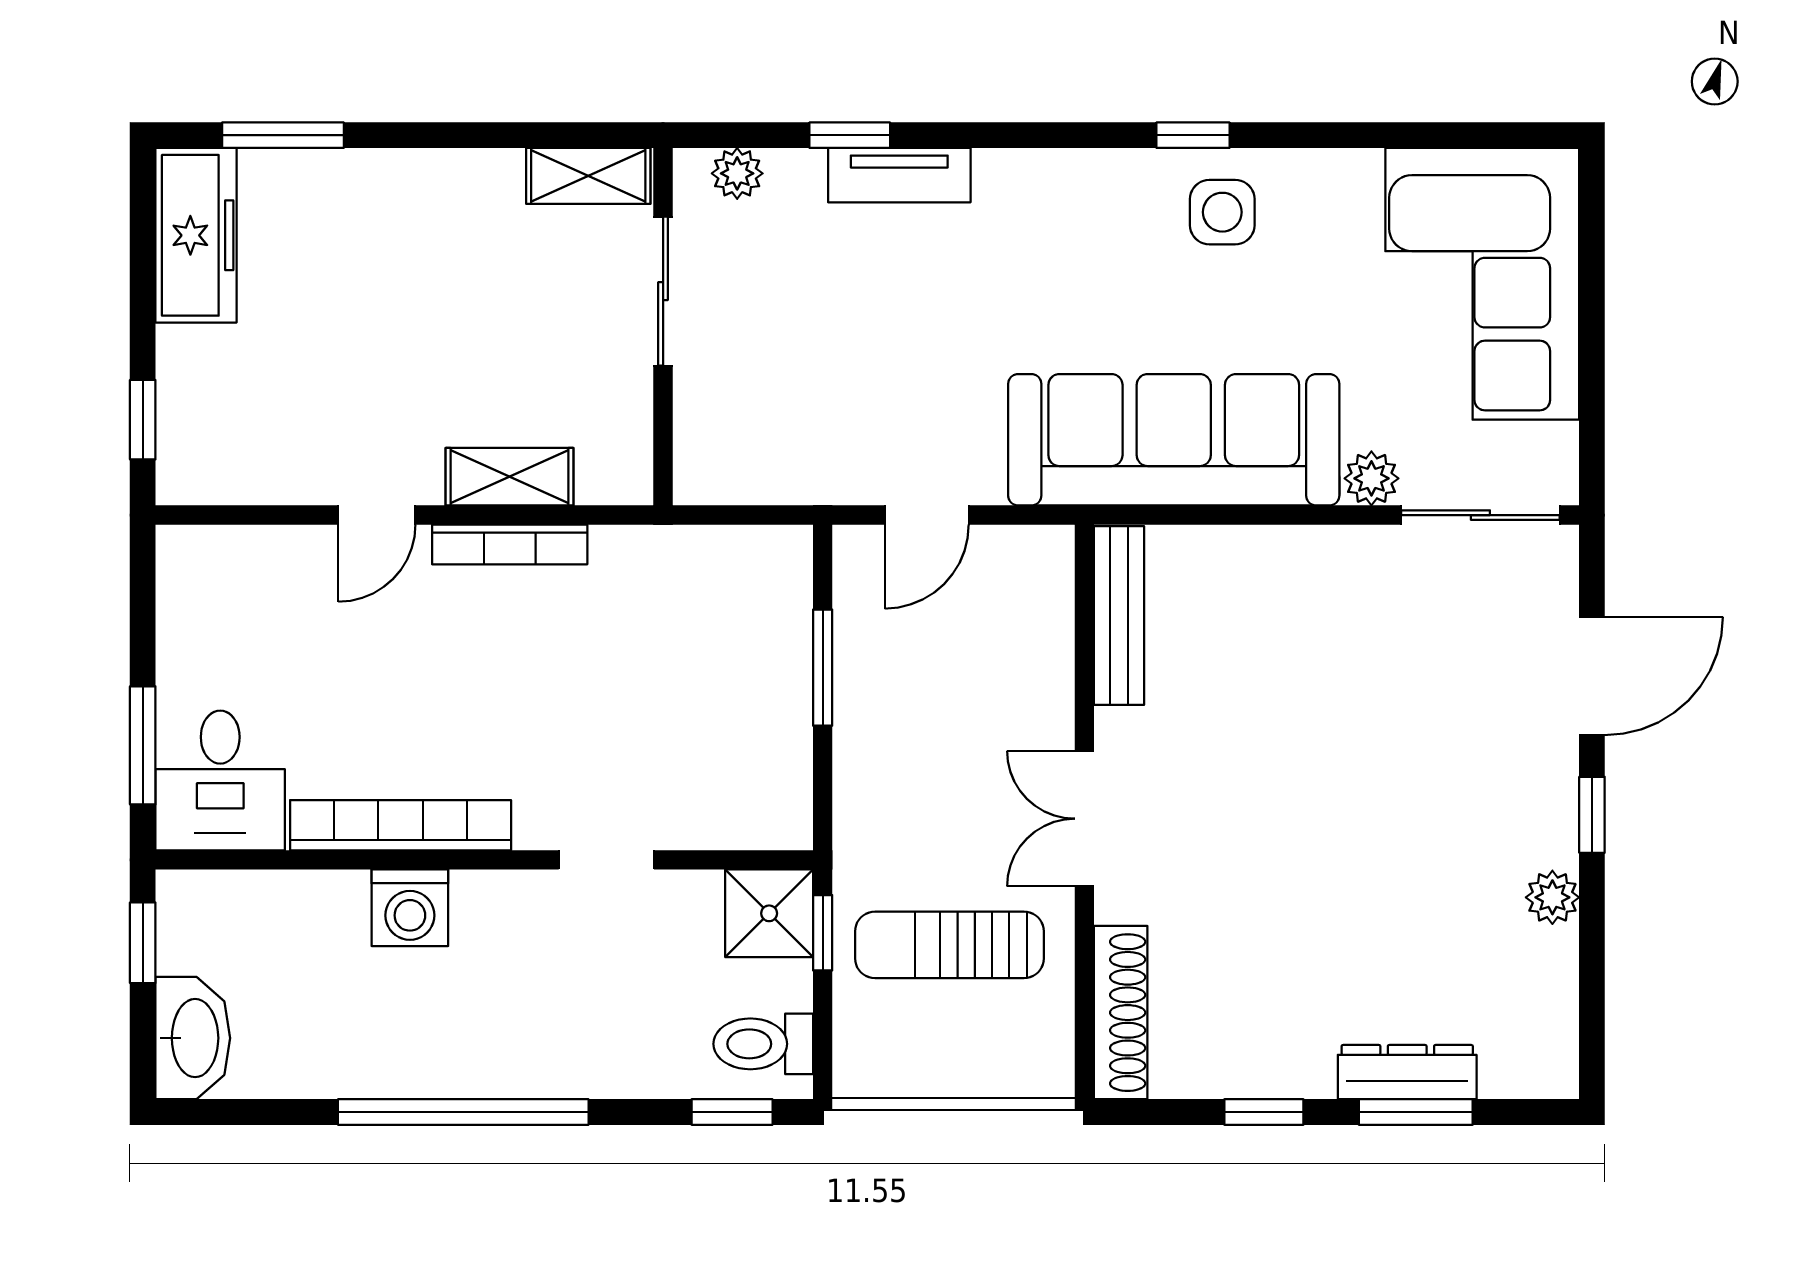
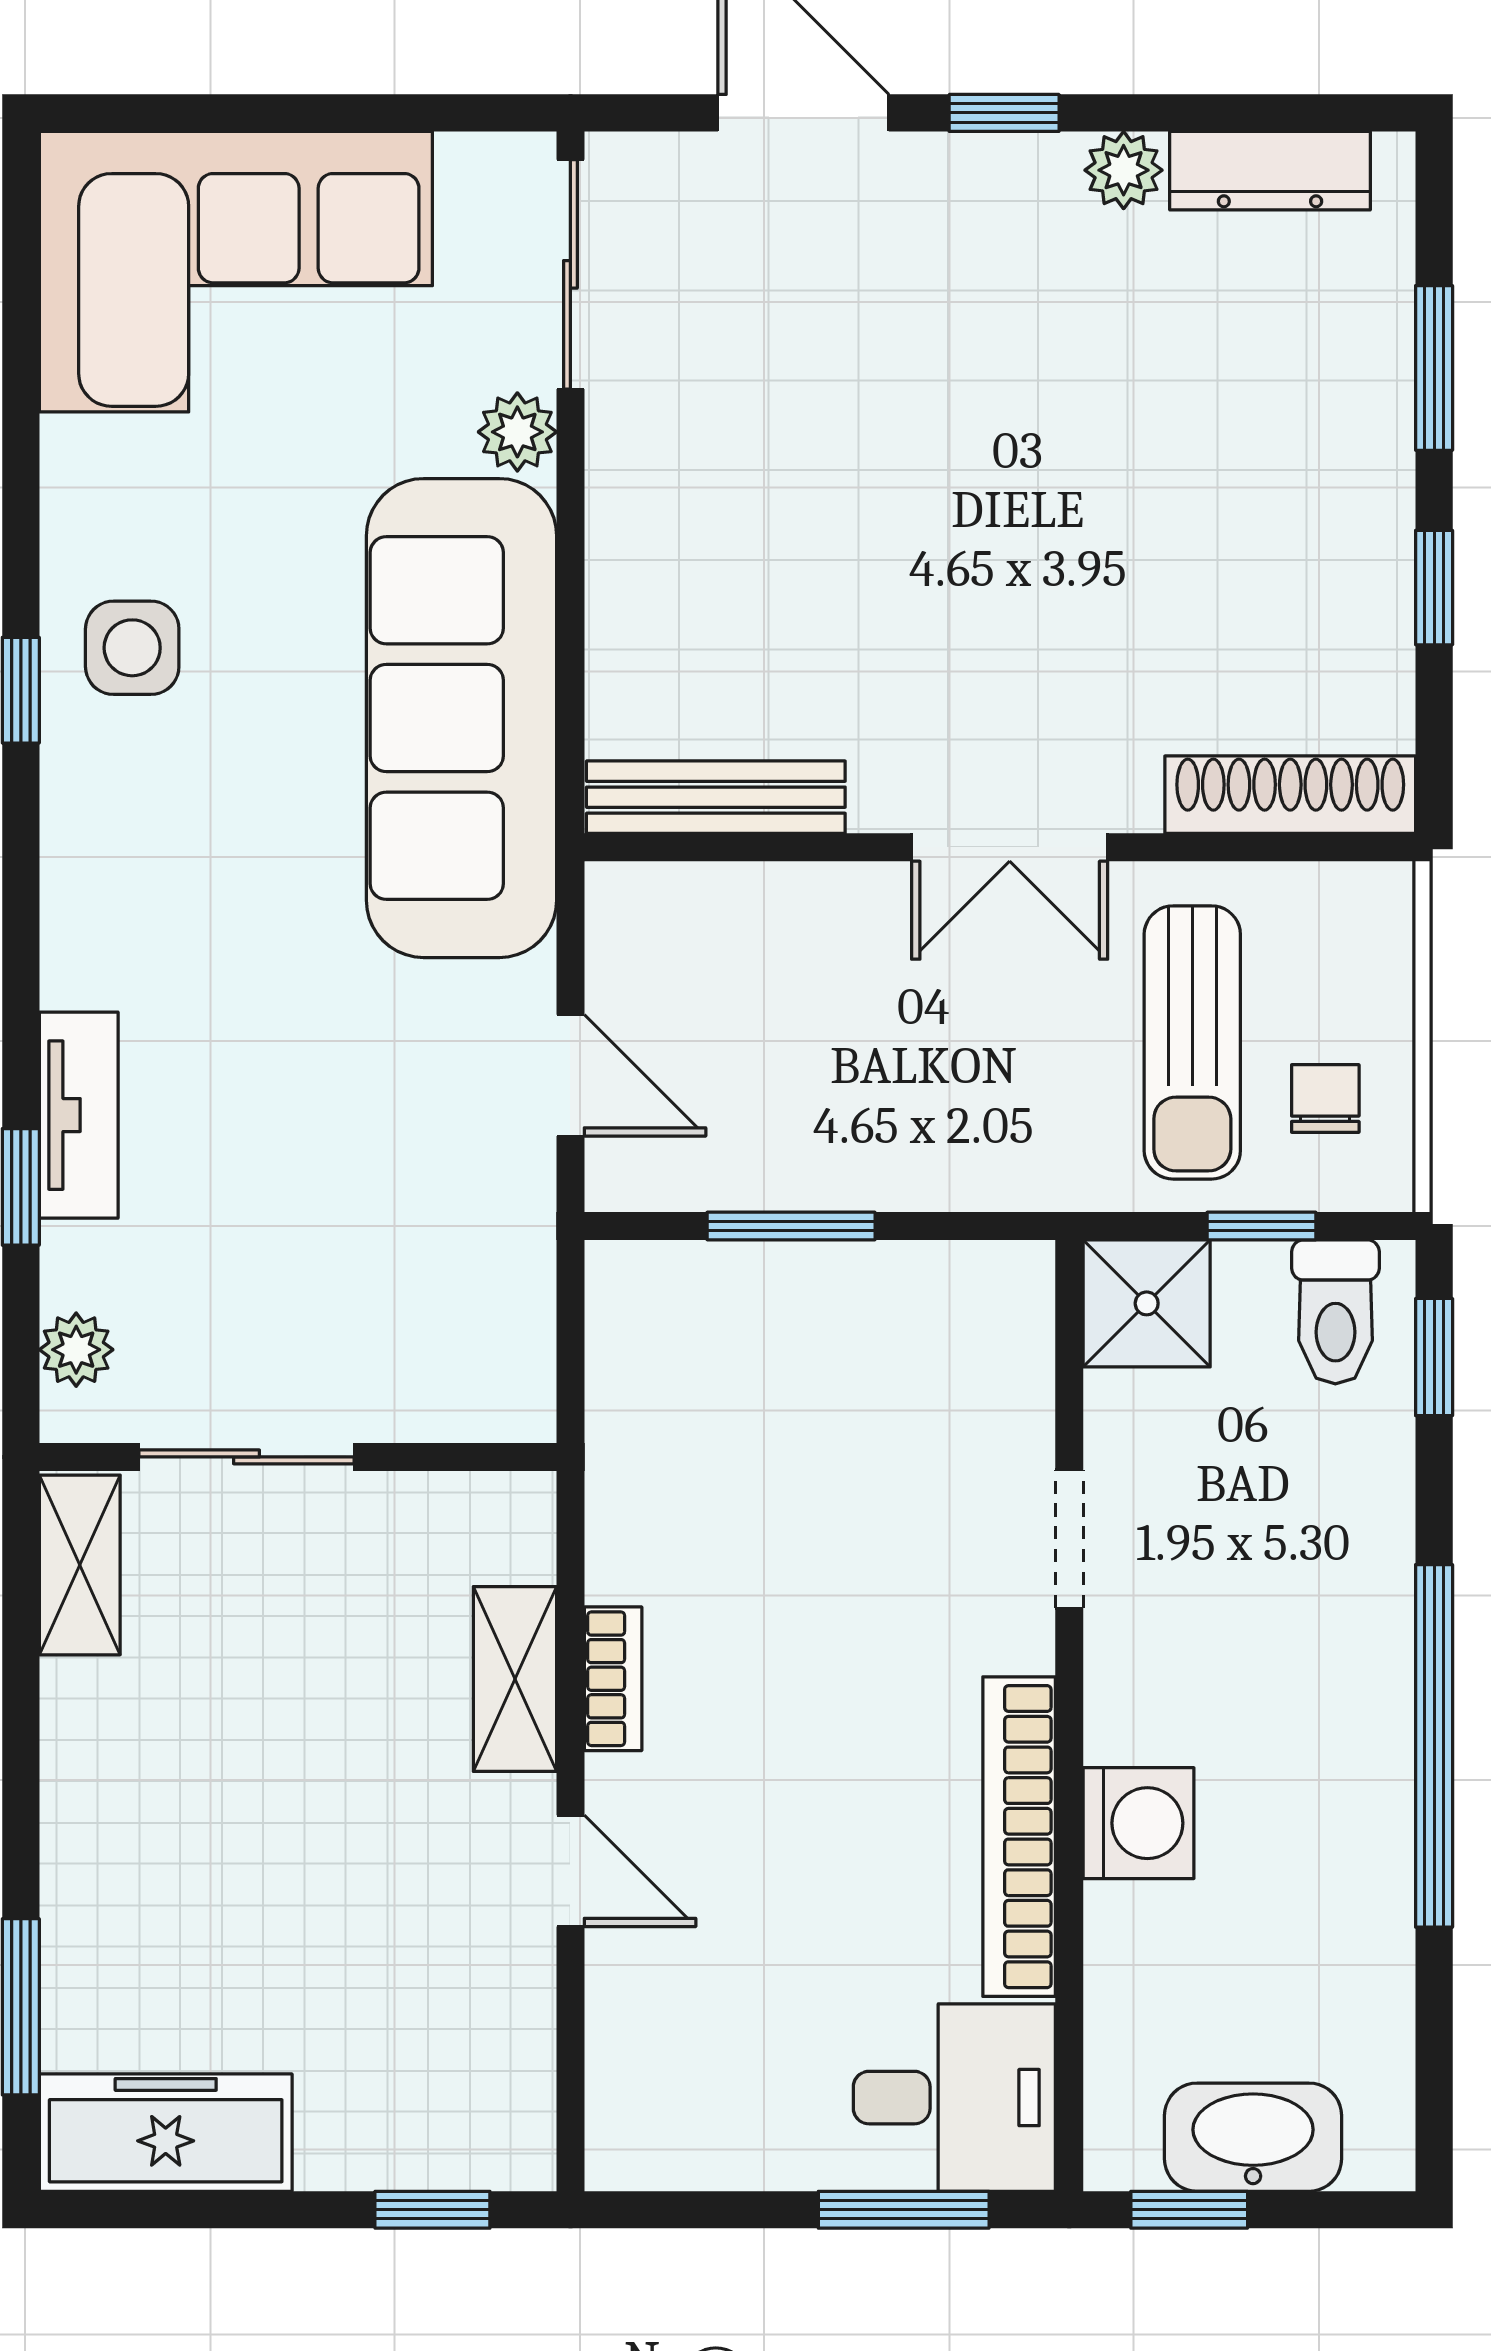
bookcase: (510, 545) -> (613, 1679), width x0.64
window: (823, 933) -> (1262, 1226), moved
chair: (911, 1037) -> (1325, 1098), added
washbasin: (193, 1038) -> (1253, 2137), moved
dresser: (1407, 1072) -> (1270, 171), moved, turned -90

